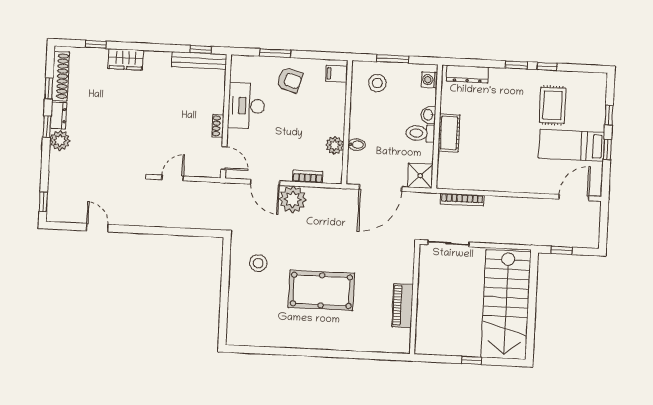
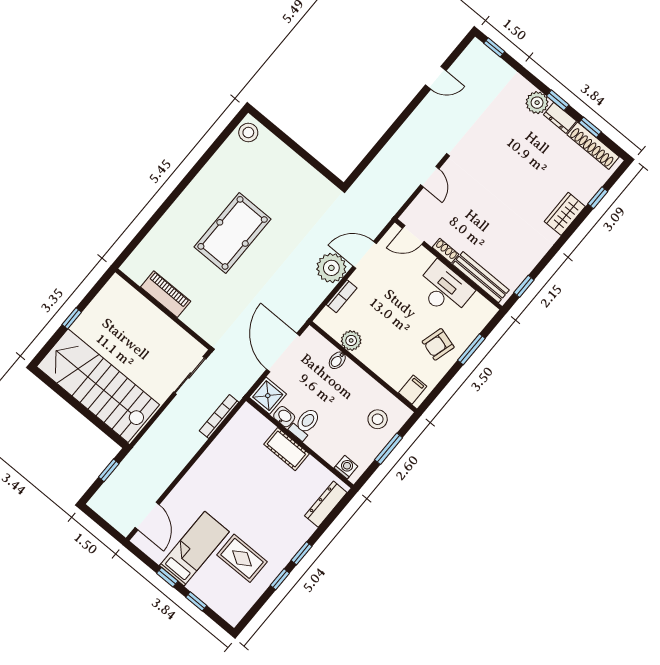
bench: (199, 61) -> (481, 277), moved, turned 90
washbasin: (428, 115) -> (284, 417), moved
stool: (258, 263) -> (248, 132), moved

